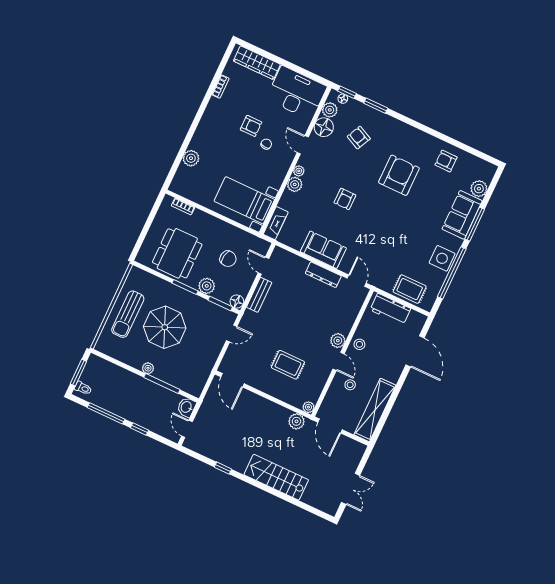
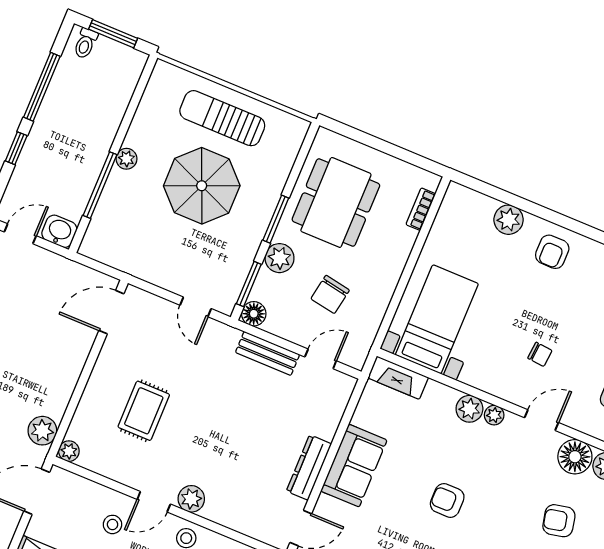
armchair: (251, 126) -> (552, 252), moved
armchair: (359, 138) -> (559, 521), turned -128
dining table: (177, 253) -> (336, 202), turned 90

